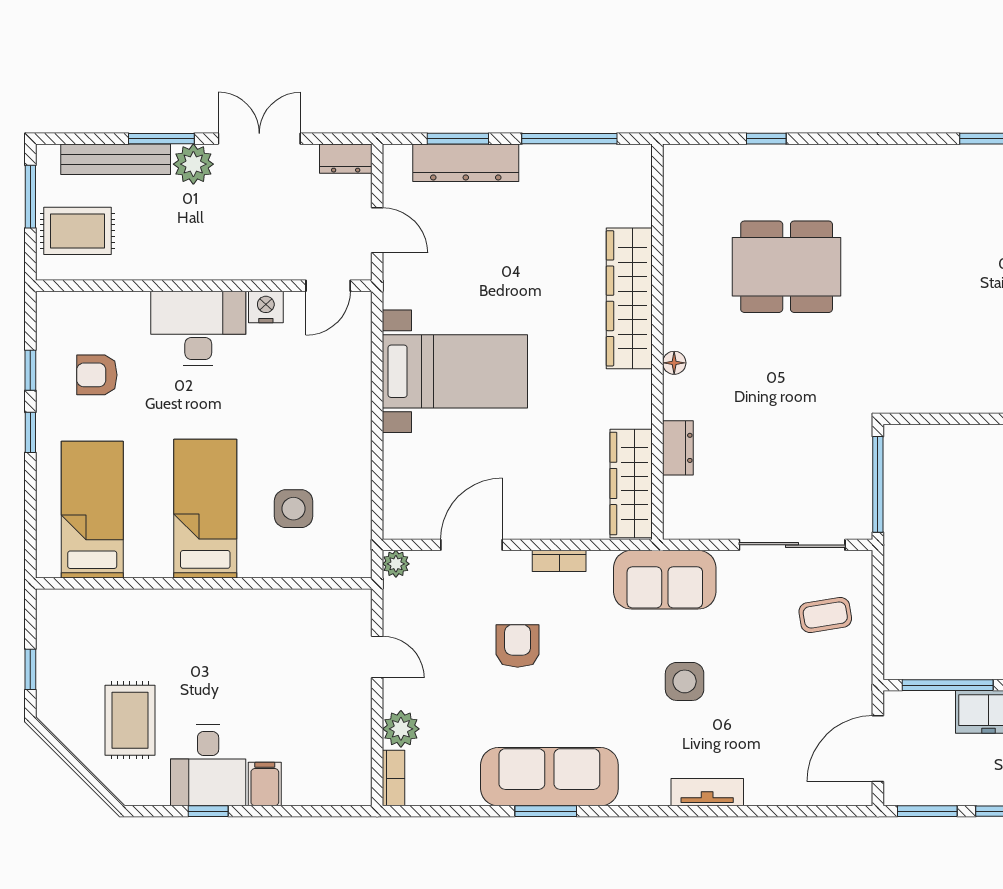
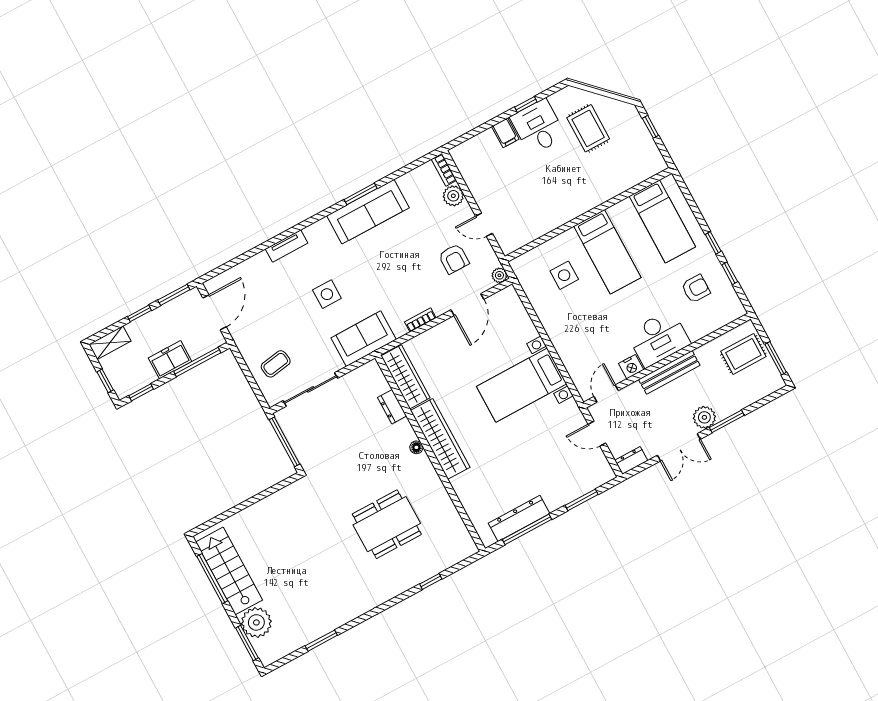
bench: (116, 159) -> (669, 372), moved
dresser: (466, 163) -> (519, 518), moved
wardrobe: (629, 298) -> (440, 439), moved
armchair: (518, 646) -> (454, 259), moved

